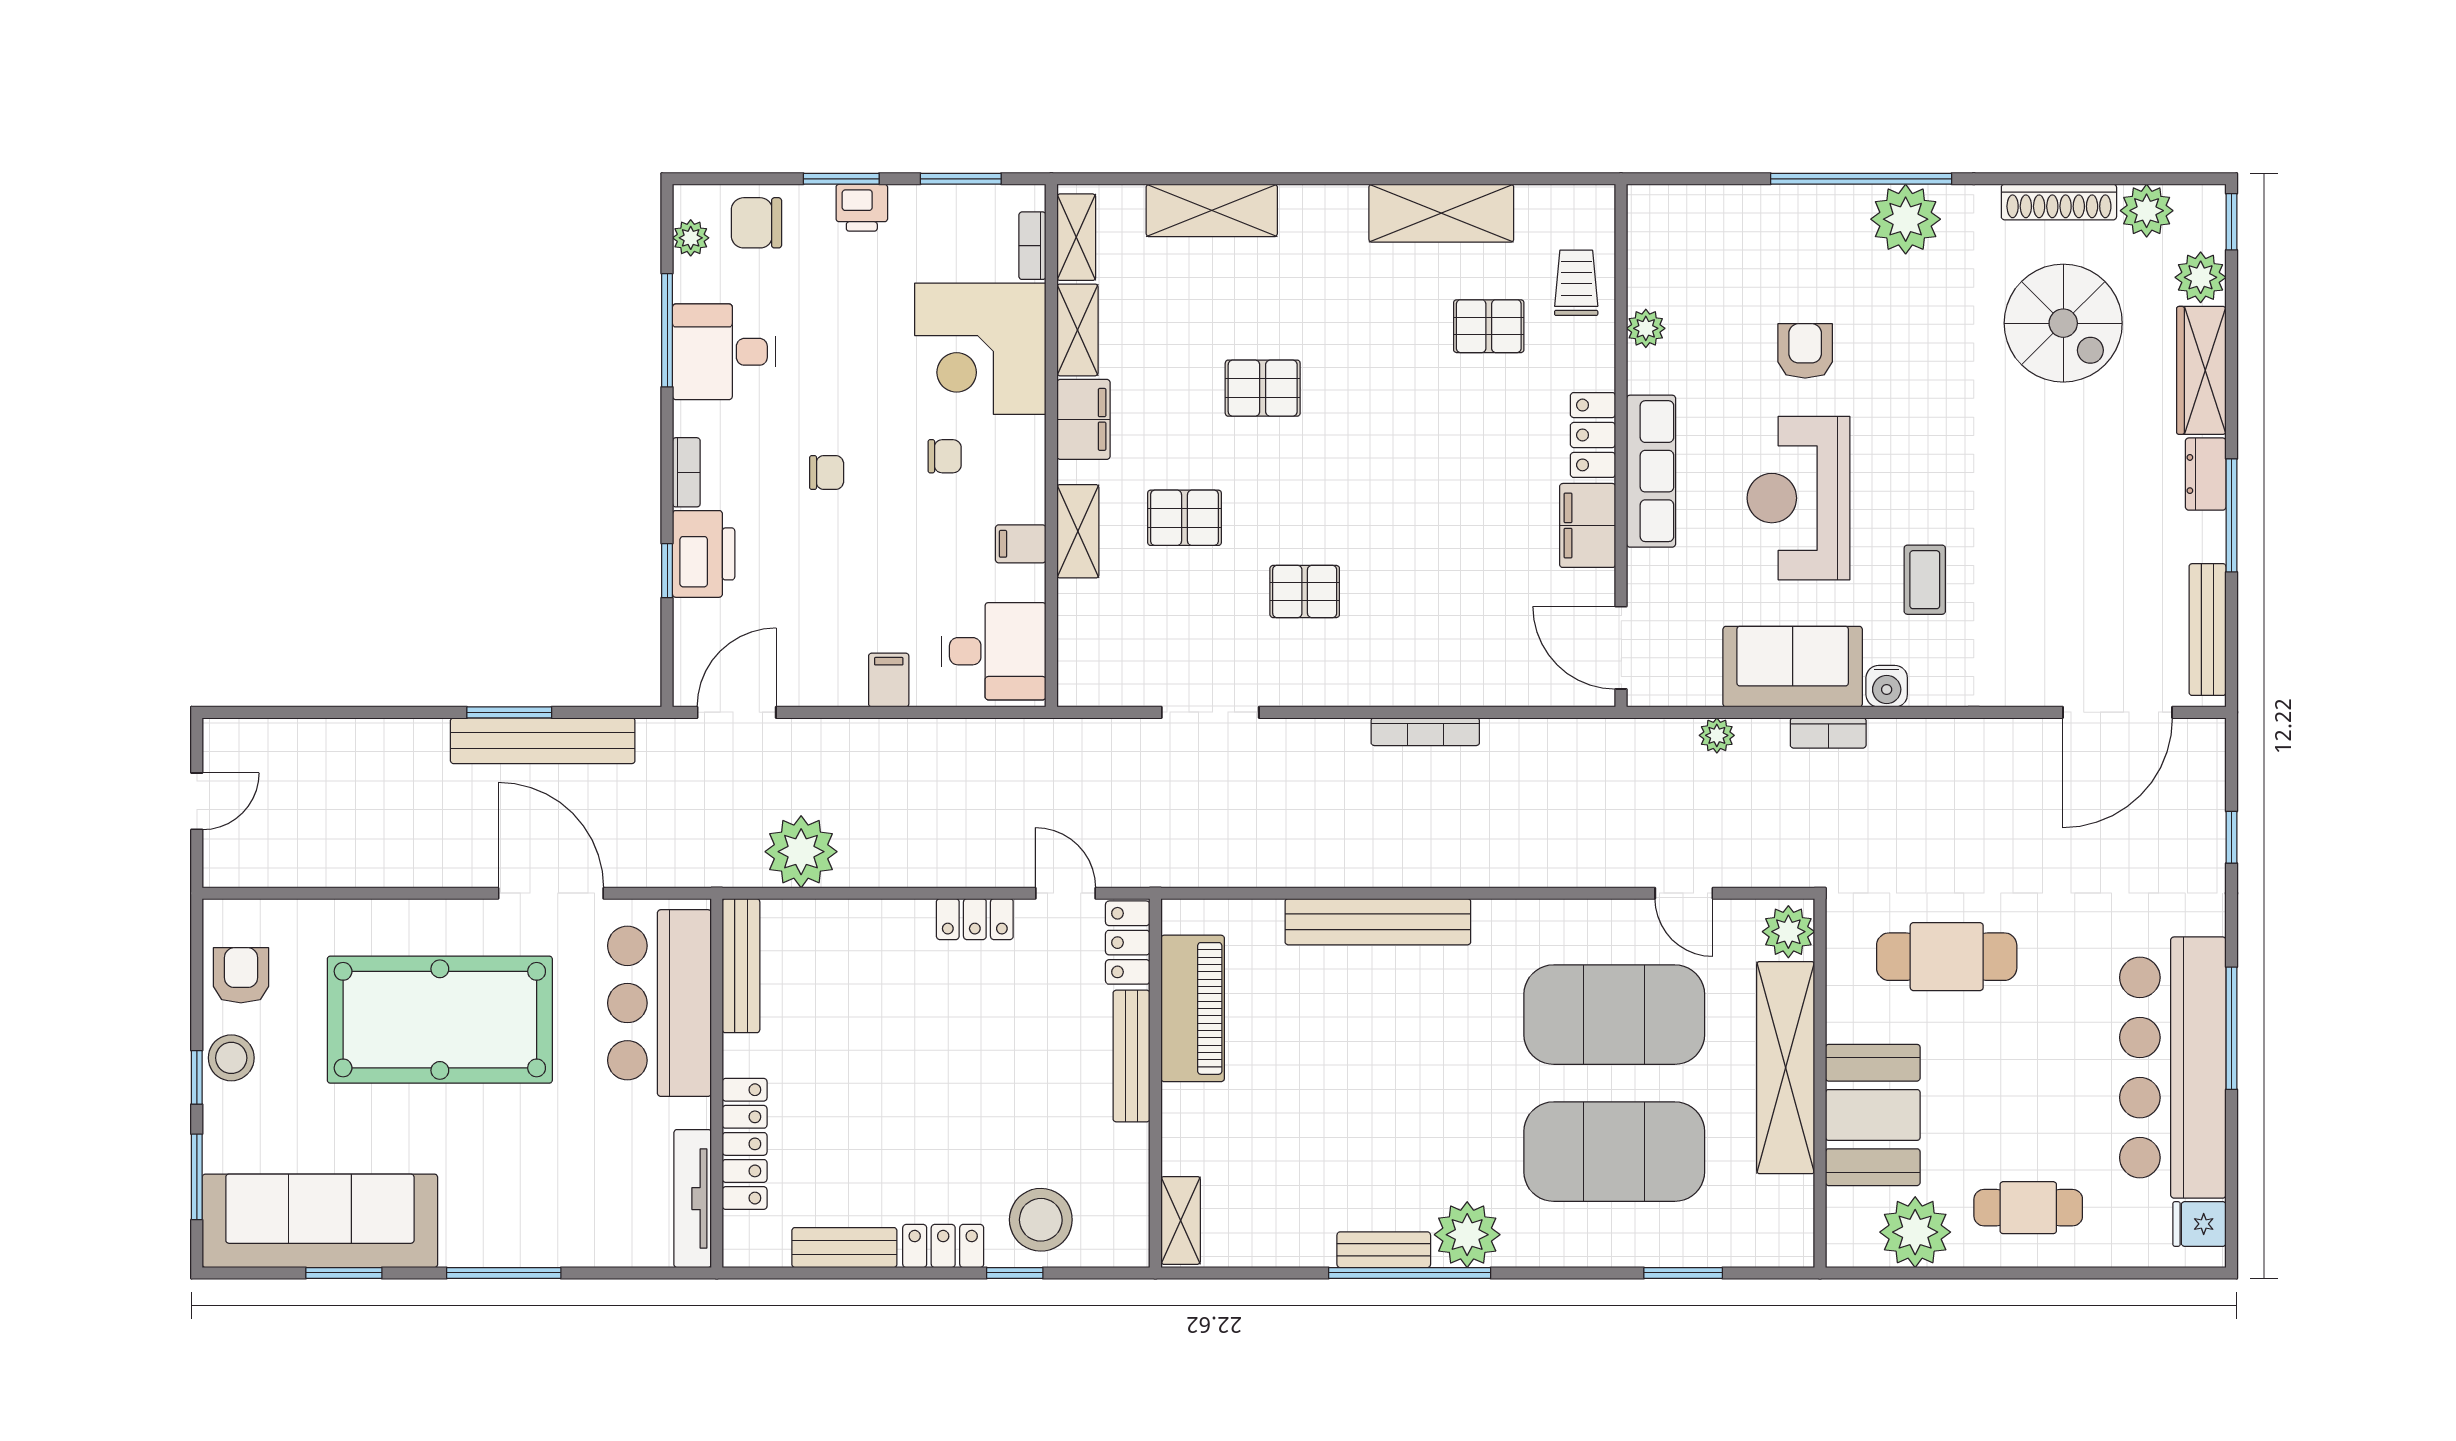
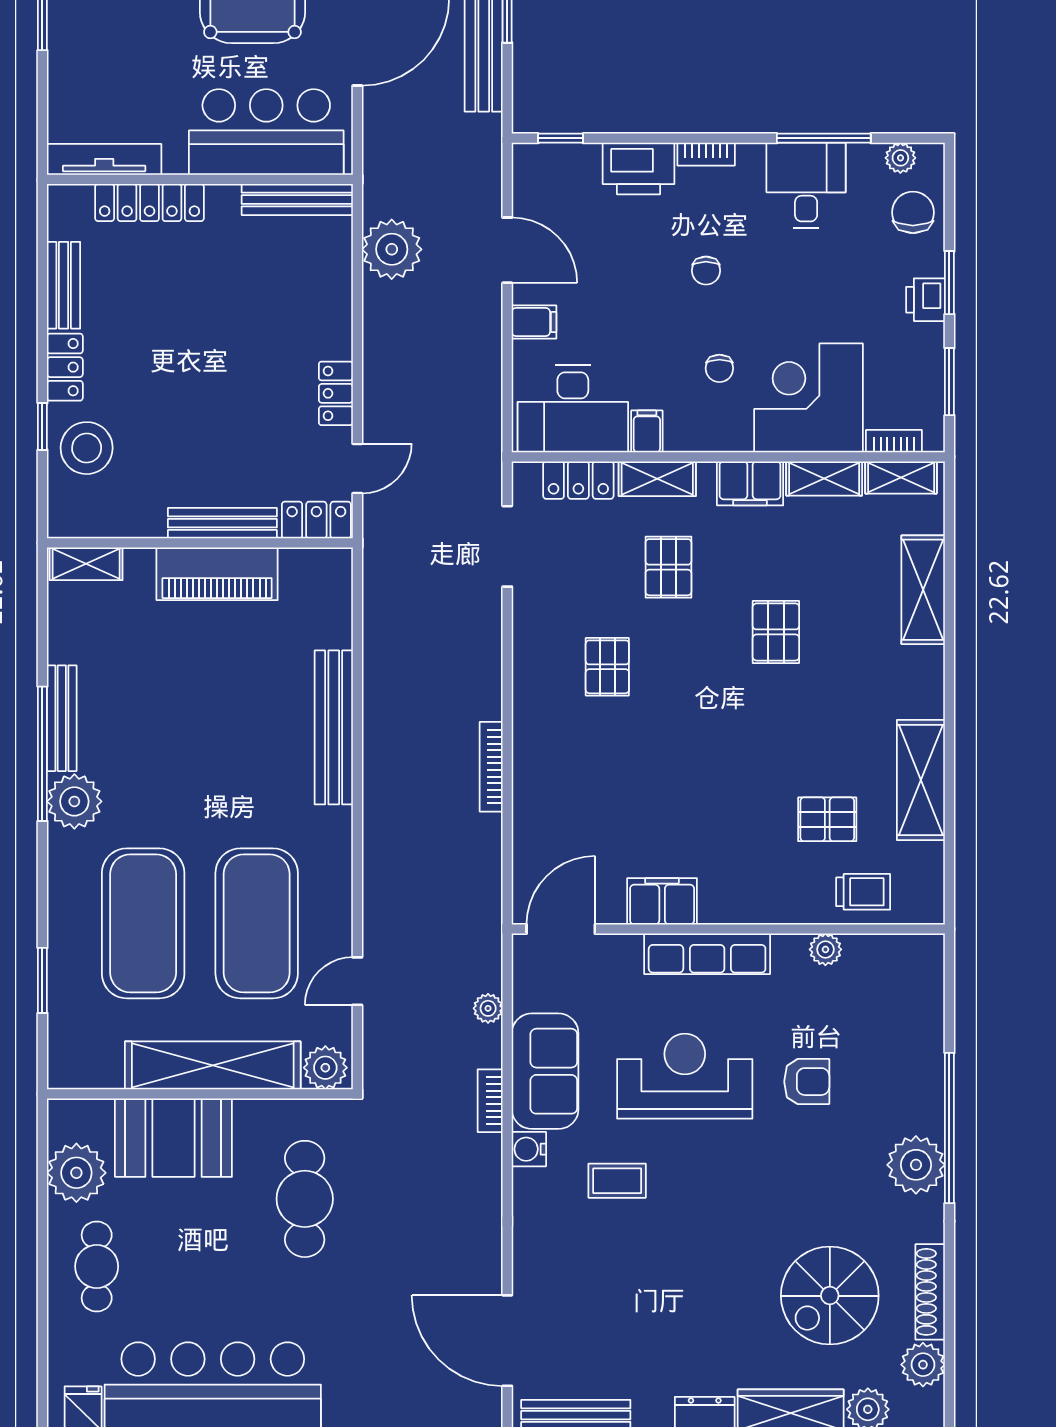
pallet: (1489, 326) -> (827, 819), turned 90
locker: (1593, 435) -> (578, 480), moved, turned 180
window: (667, 571) -> (561, 138), moved
desk: (994, 651) -> (573, 409), width x1.37
door: (737, 712) -> (507, 250), moved
doorway: (1210, 712) -> (507, 546), moved
piano: (1193, 1008) -> (217, 574), moved
bench: (1384, 1250) -> (62, 718), width x1.36

